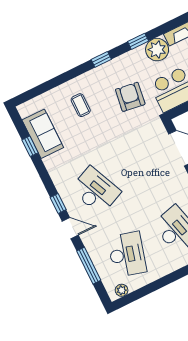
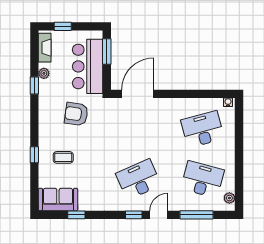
plant: (157, 50) -> (44, 73), width x0.53, depth x0.53
window: (101, 59) -> (34, 155), moved
sofa: (43, 134) -> (58, 199), moved

